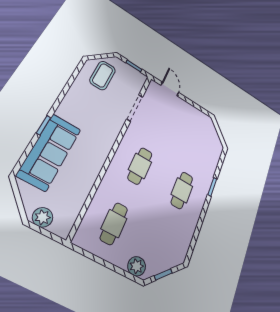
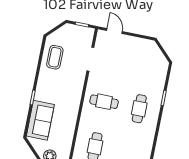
coffee table: (103, 75) -> (55, 57), moved
sofa: (50, 152) -> (40, 120), width x0.73
cafe table: (140, 166) -> (104, 102), turned 90

